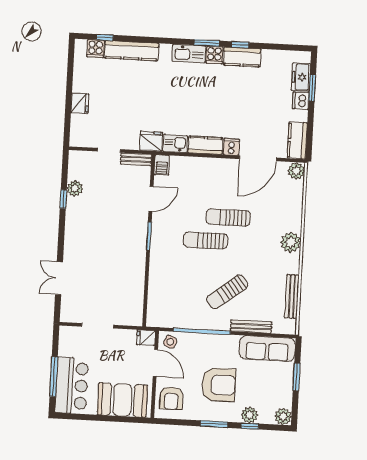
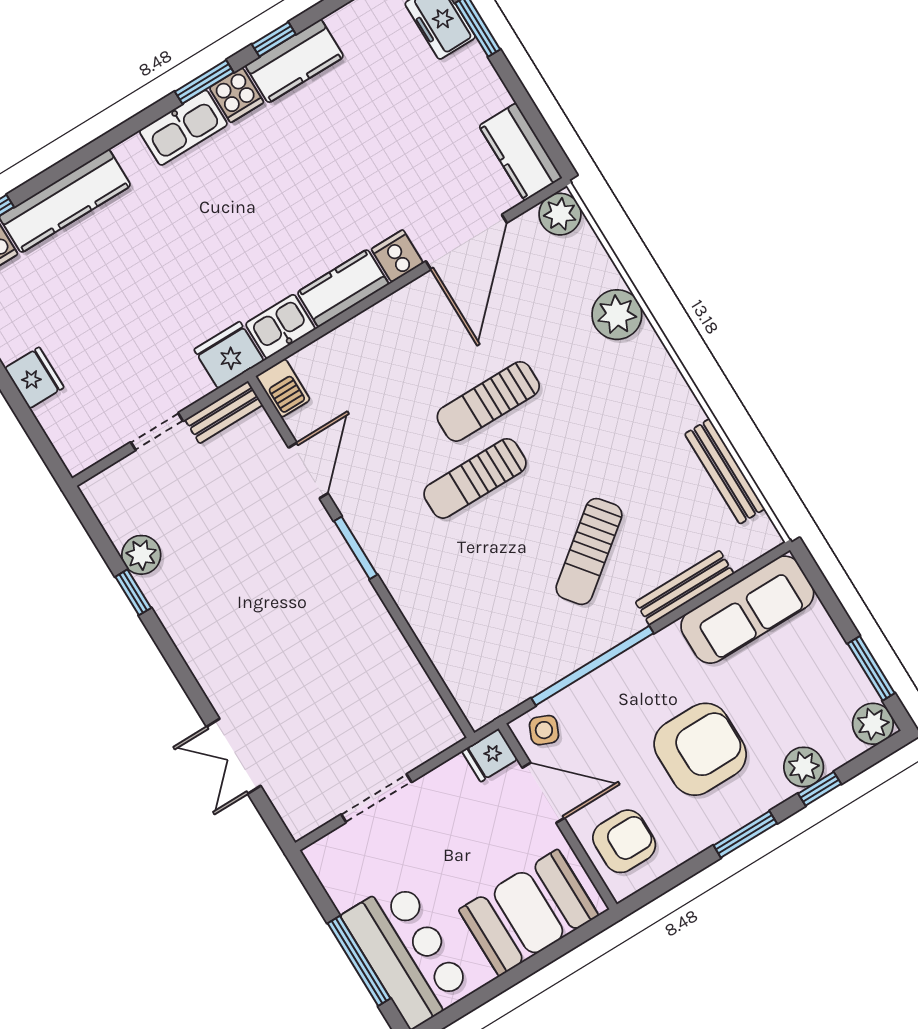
dishwasher: (301, 101) -> (472, 67), removed
plant: (291, 242) -> (617, 315), moved
window: (297, 377) -> (871, 668), moved
armchair: (171, 398) -> (624, 841), turned -90

